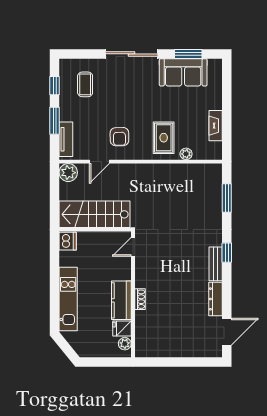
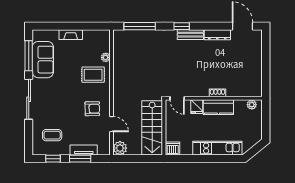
window: (188, 54) -> (29, 56), width x1.44
fireplace: (216, 126) -> (71, 35), moved
tv unit: (66, 139) -> (84, 150), moved
window: (227, 198) -> (140, 26), width x1.44
fridge: (122, 329) -> (197, 107), moved

